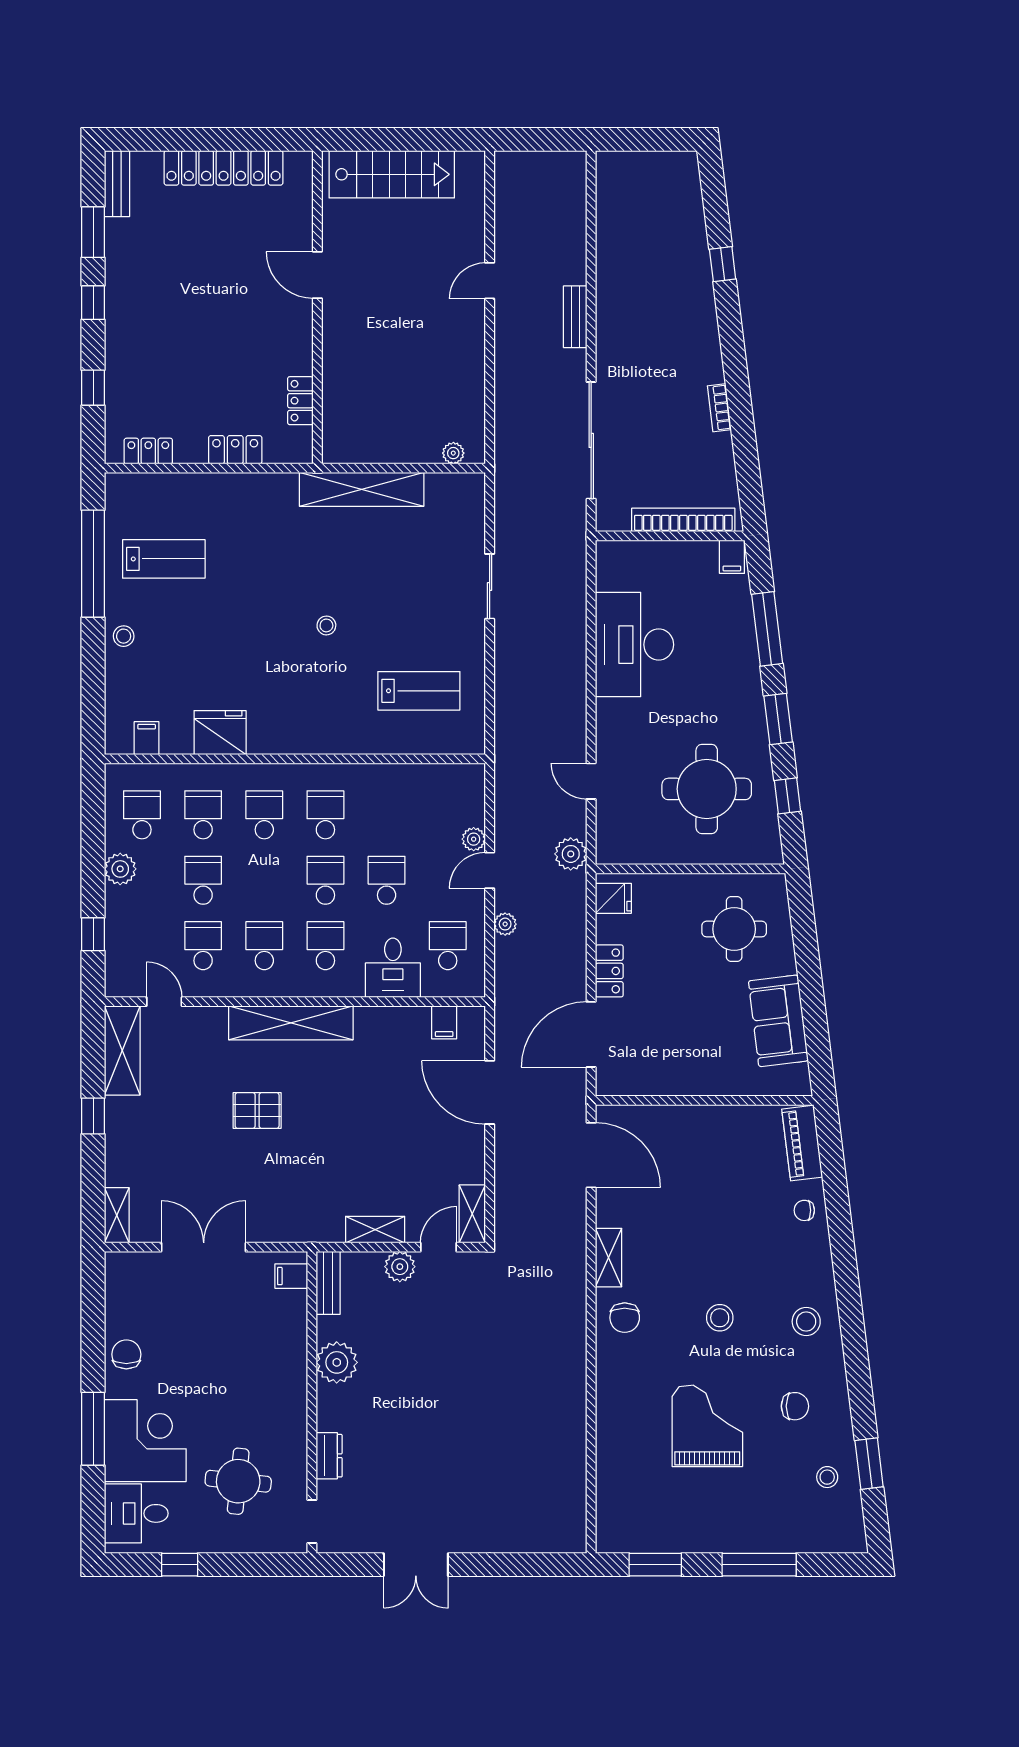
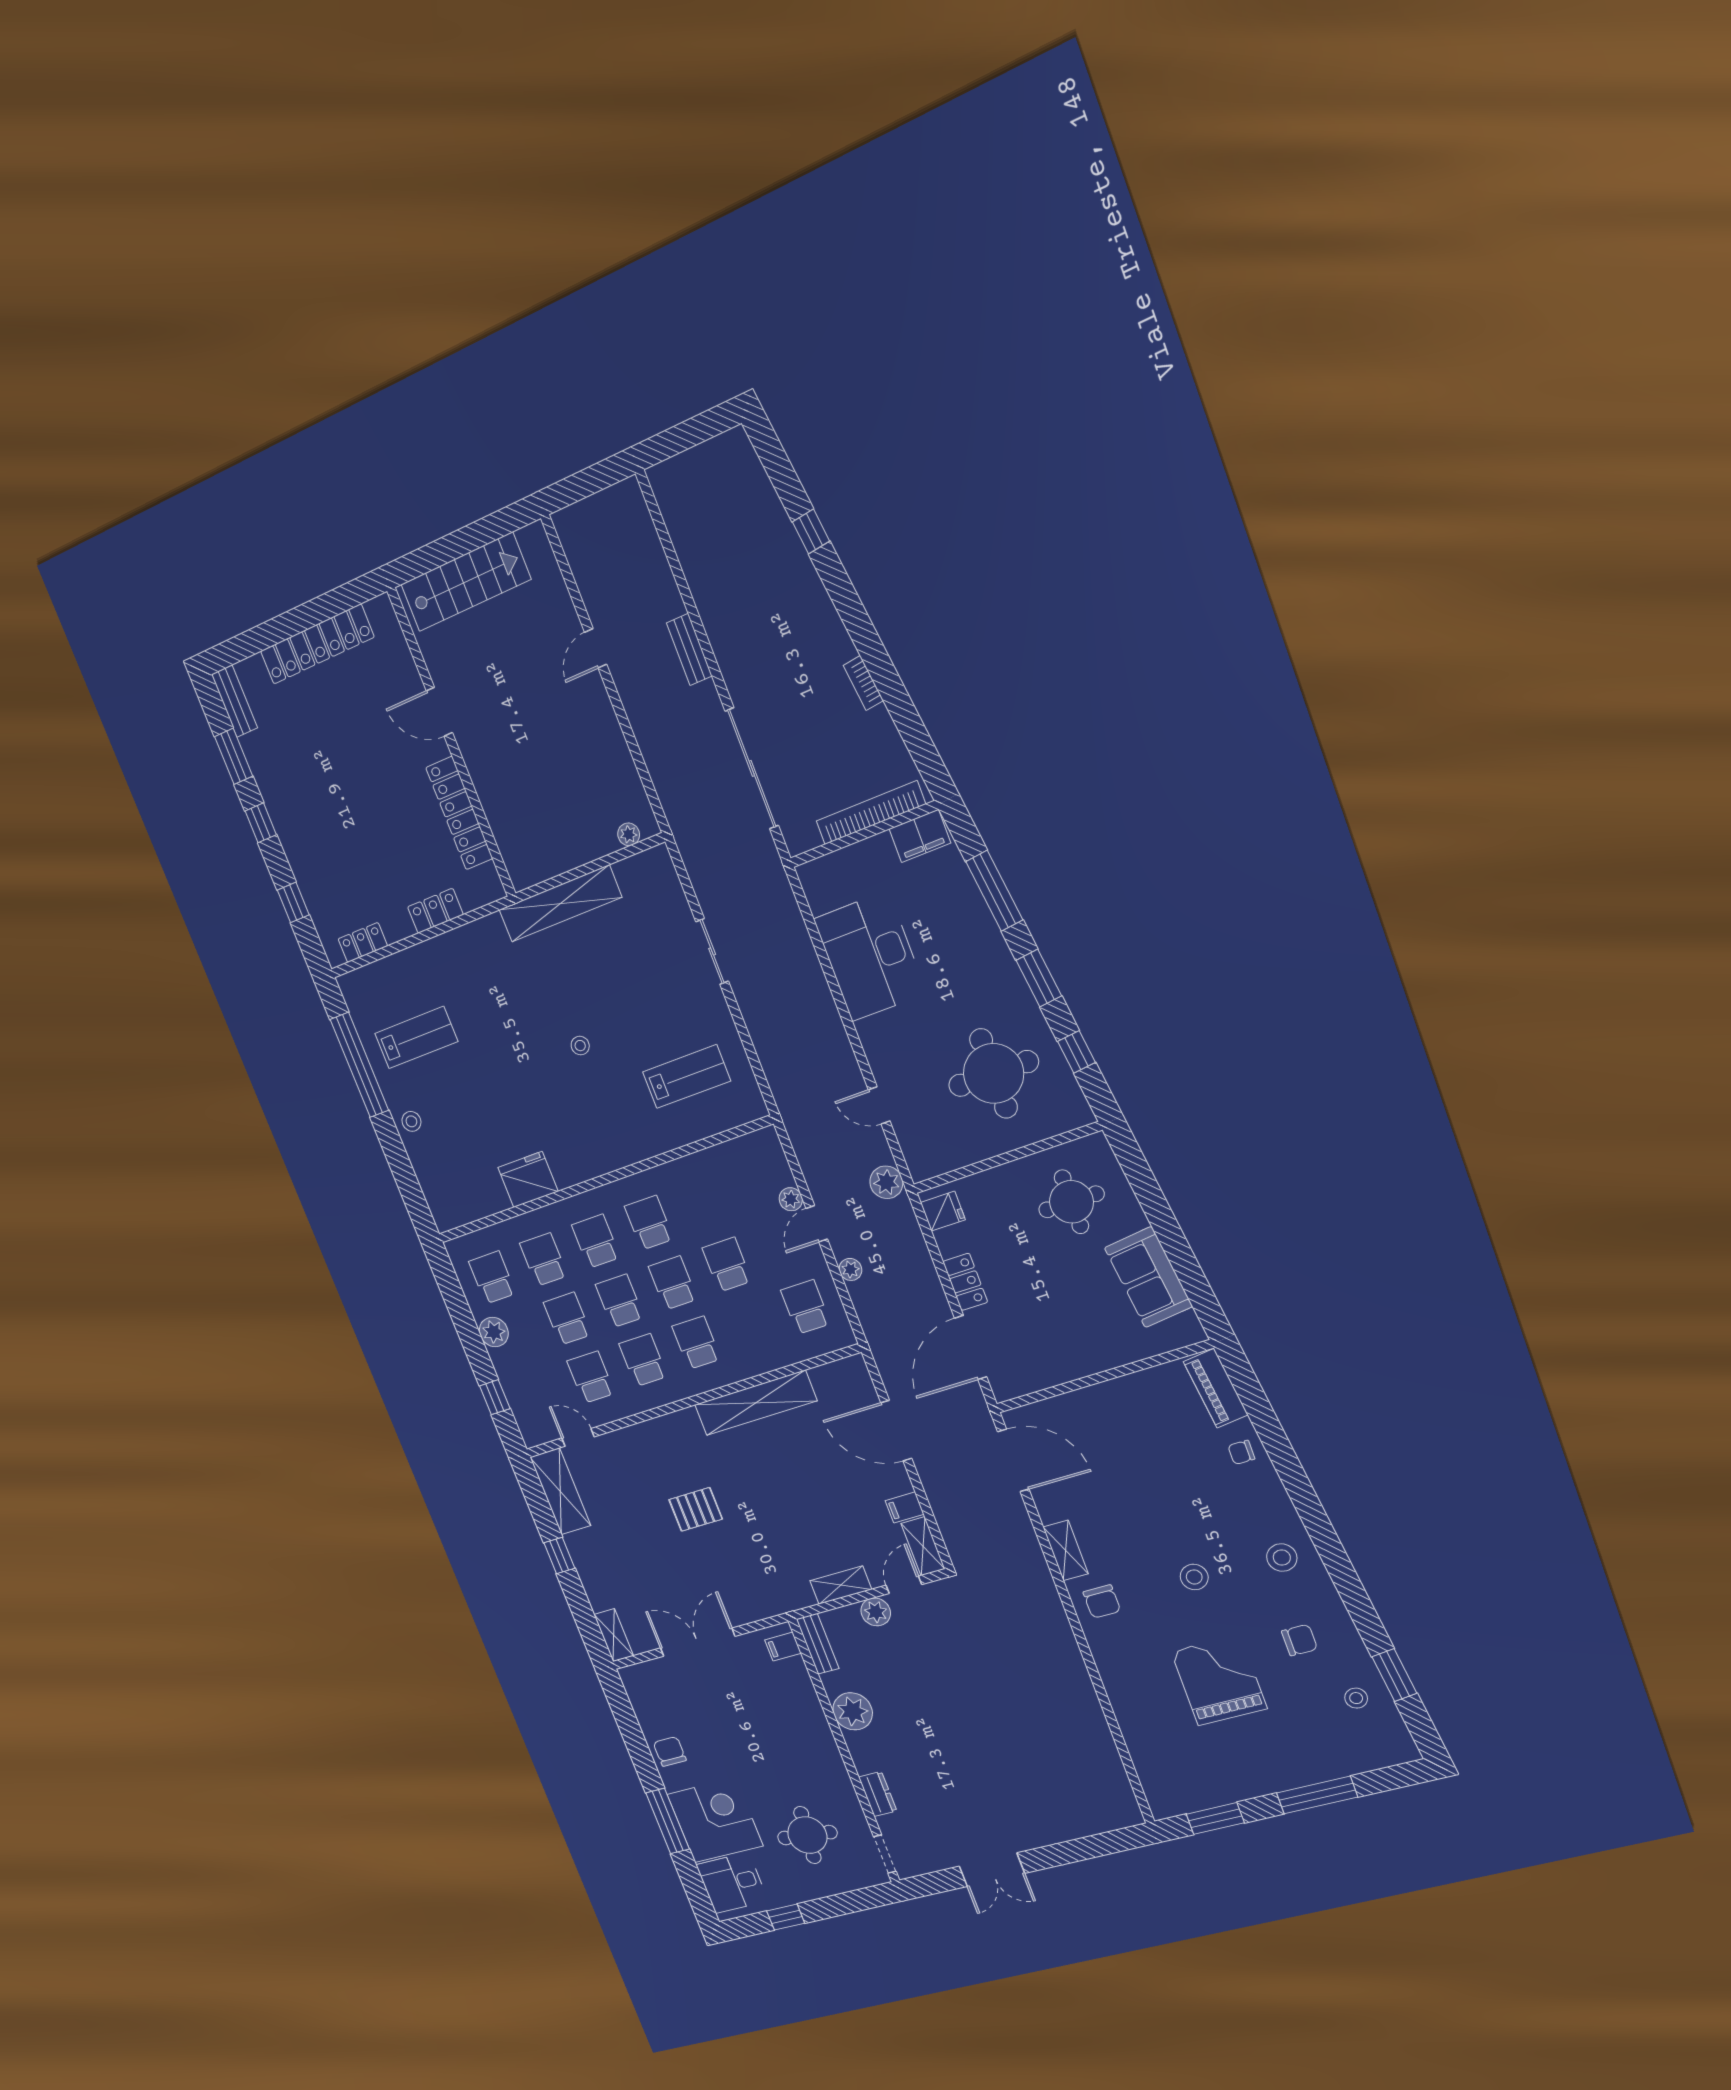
locker: (300, 401) -> (459, 813), width x2.16, depth x1.21
filing cabinet: (732, 557) -> (920, 836), width x2.00
filing cabinet: (147, 738) -> (468, 1207), removed
school desk: (264, 880) -> (620, 1301), added
desk: (393, 968) -> (764, 1343), removed
filing cabinet: (444, 1022) -> (905, 1507), moved, turned 90
shelving: (291, 1023) -> (756, 1403), moved

